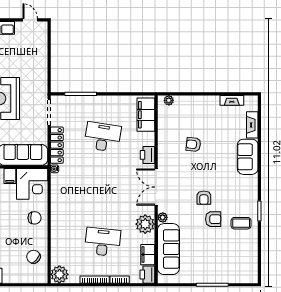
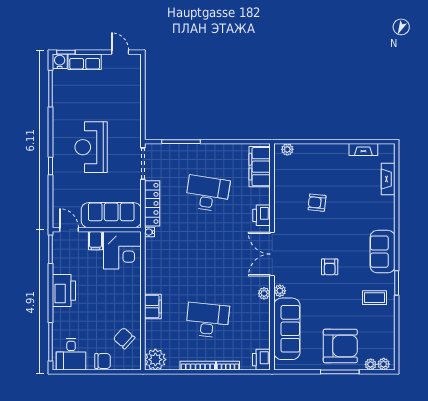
sofa: (248, 157) -> (383, 252), moved
chair: (35, 218) -> (103, 361), moved
armchair: (213, 219) -> (340, 346), moved, width x1.88, depth x1.88
plant: (145, 224) -> (264, 293), width x0.53, depth x0.53
filing cabinet: (148, 255) -> (153, 307), moved, turned 180
plant: (249, 278) -> (384, 364), added
plant: (238, 279) -> (371, 364), added

